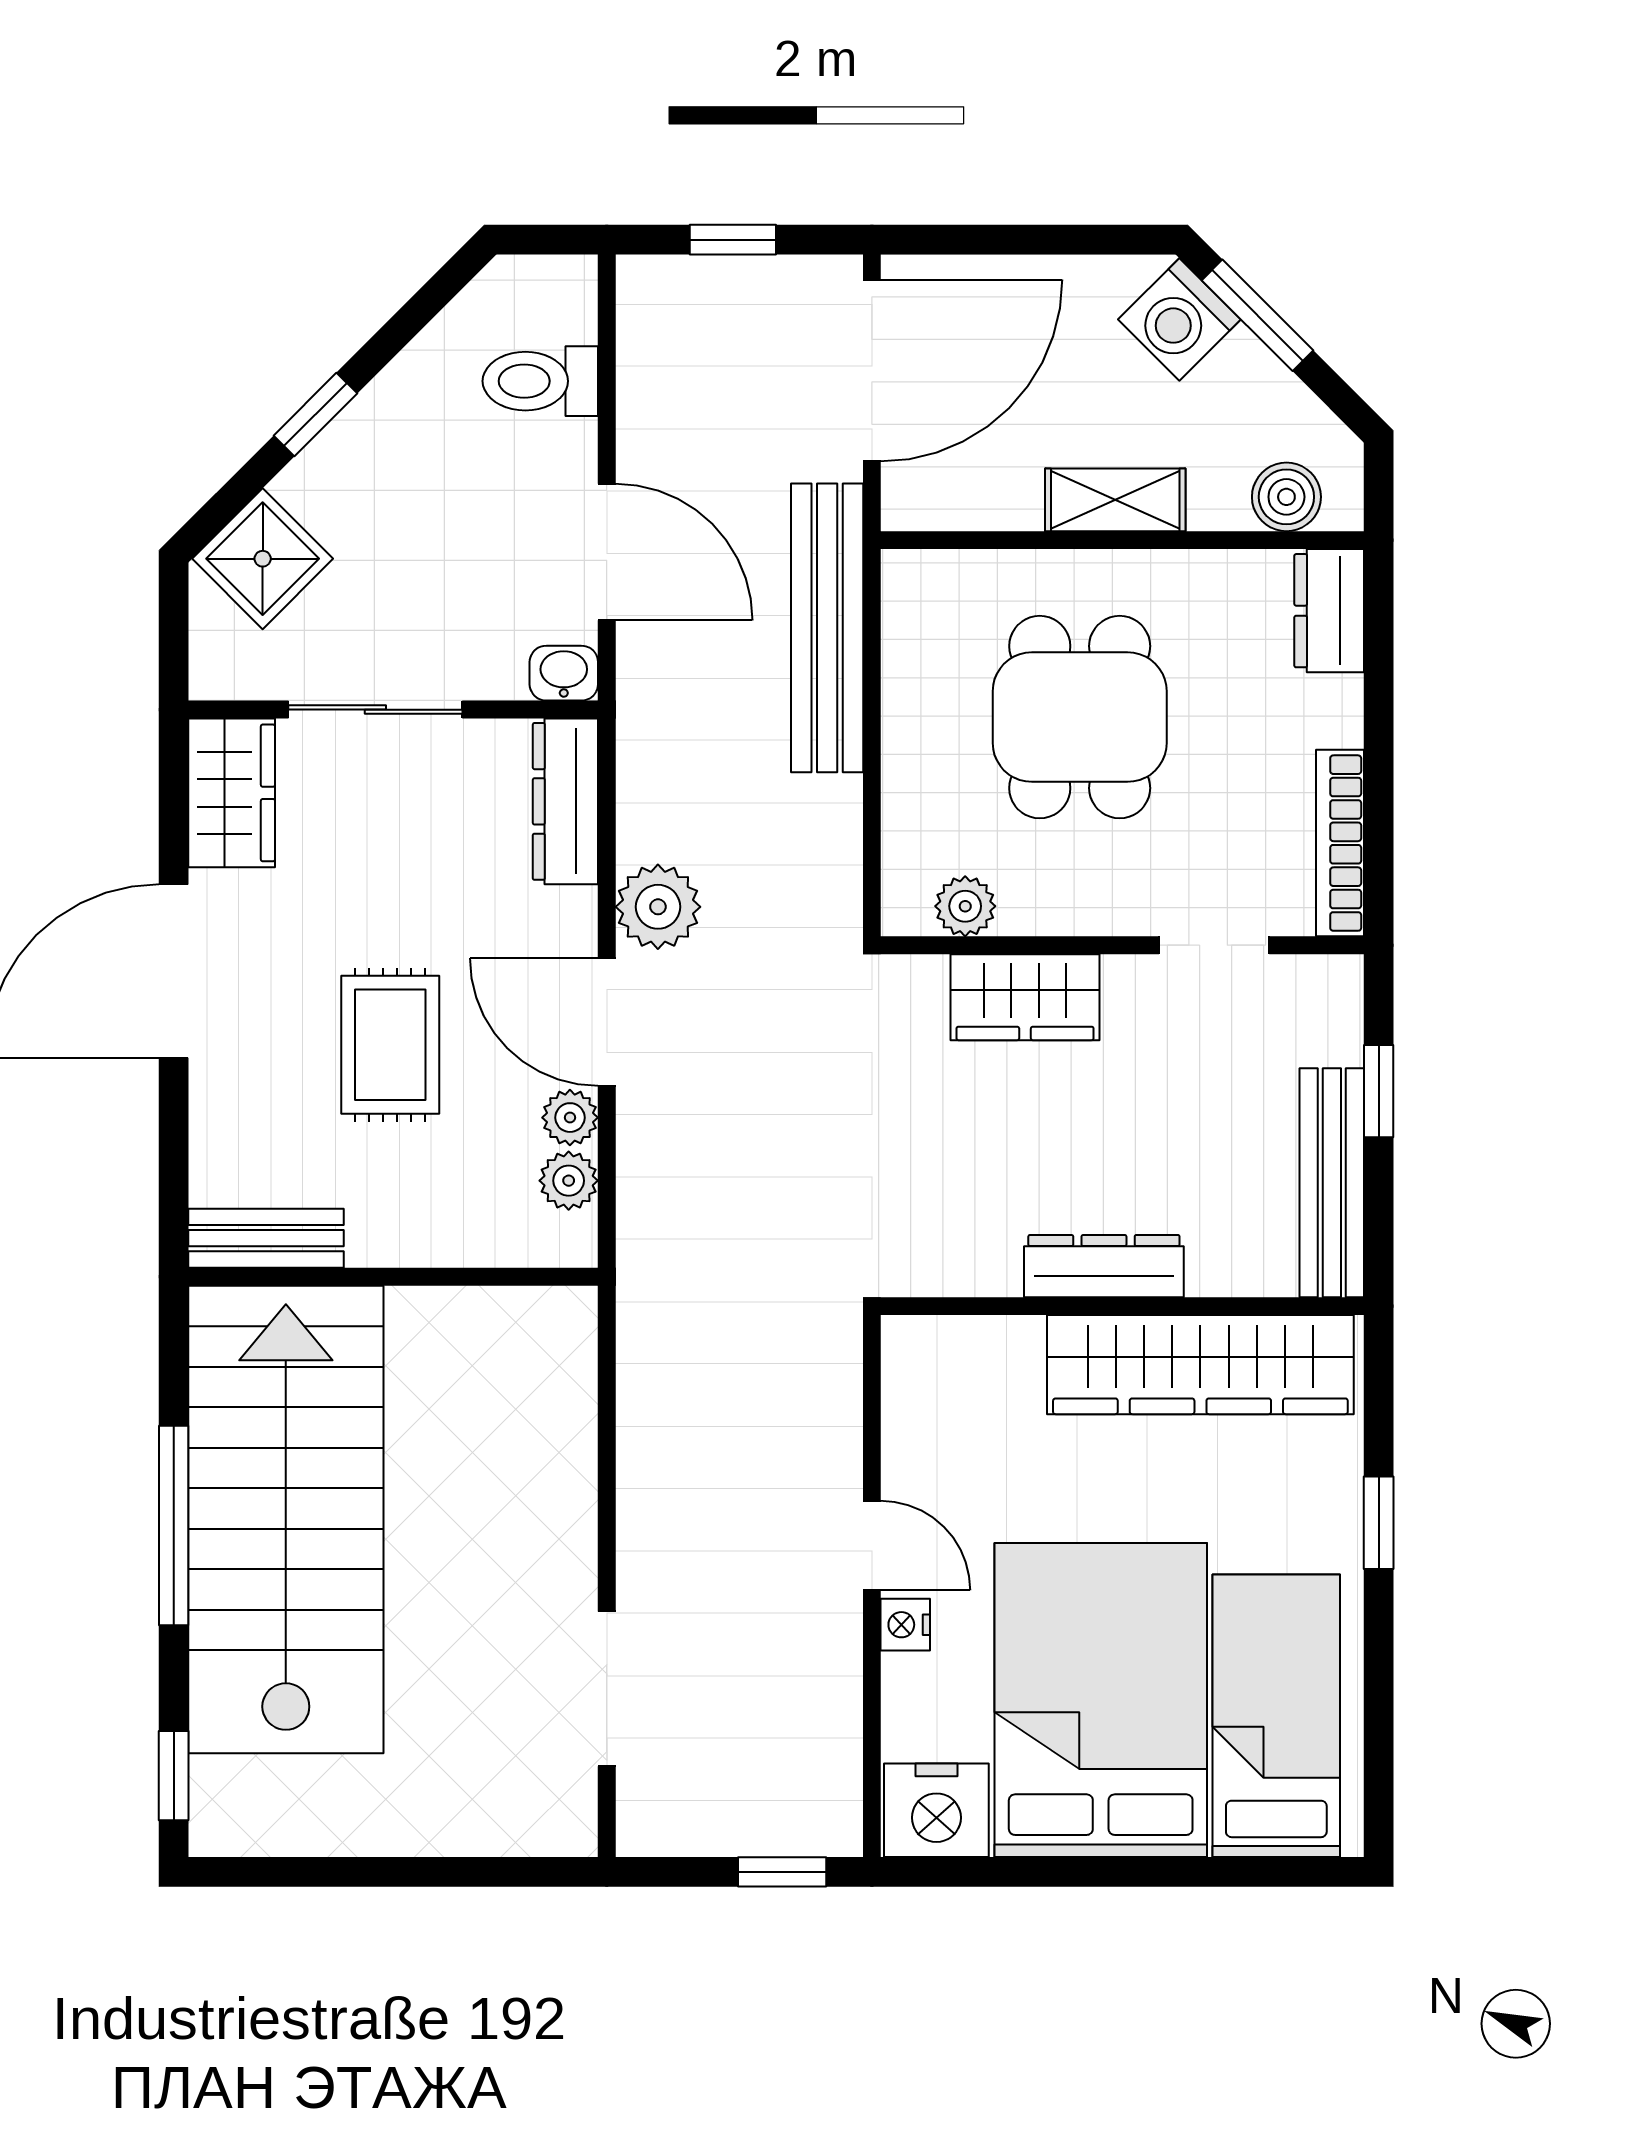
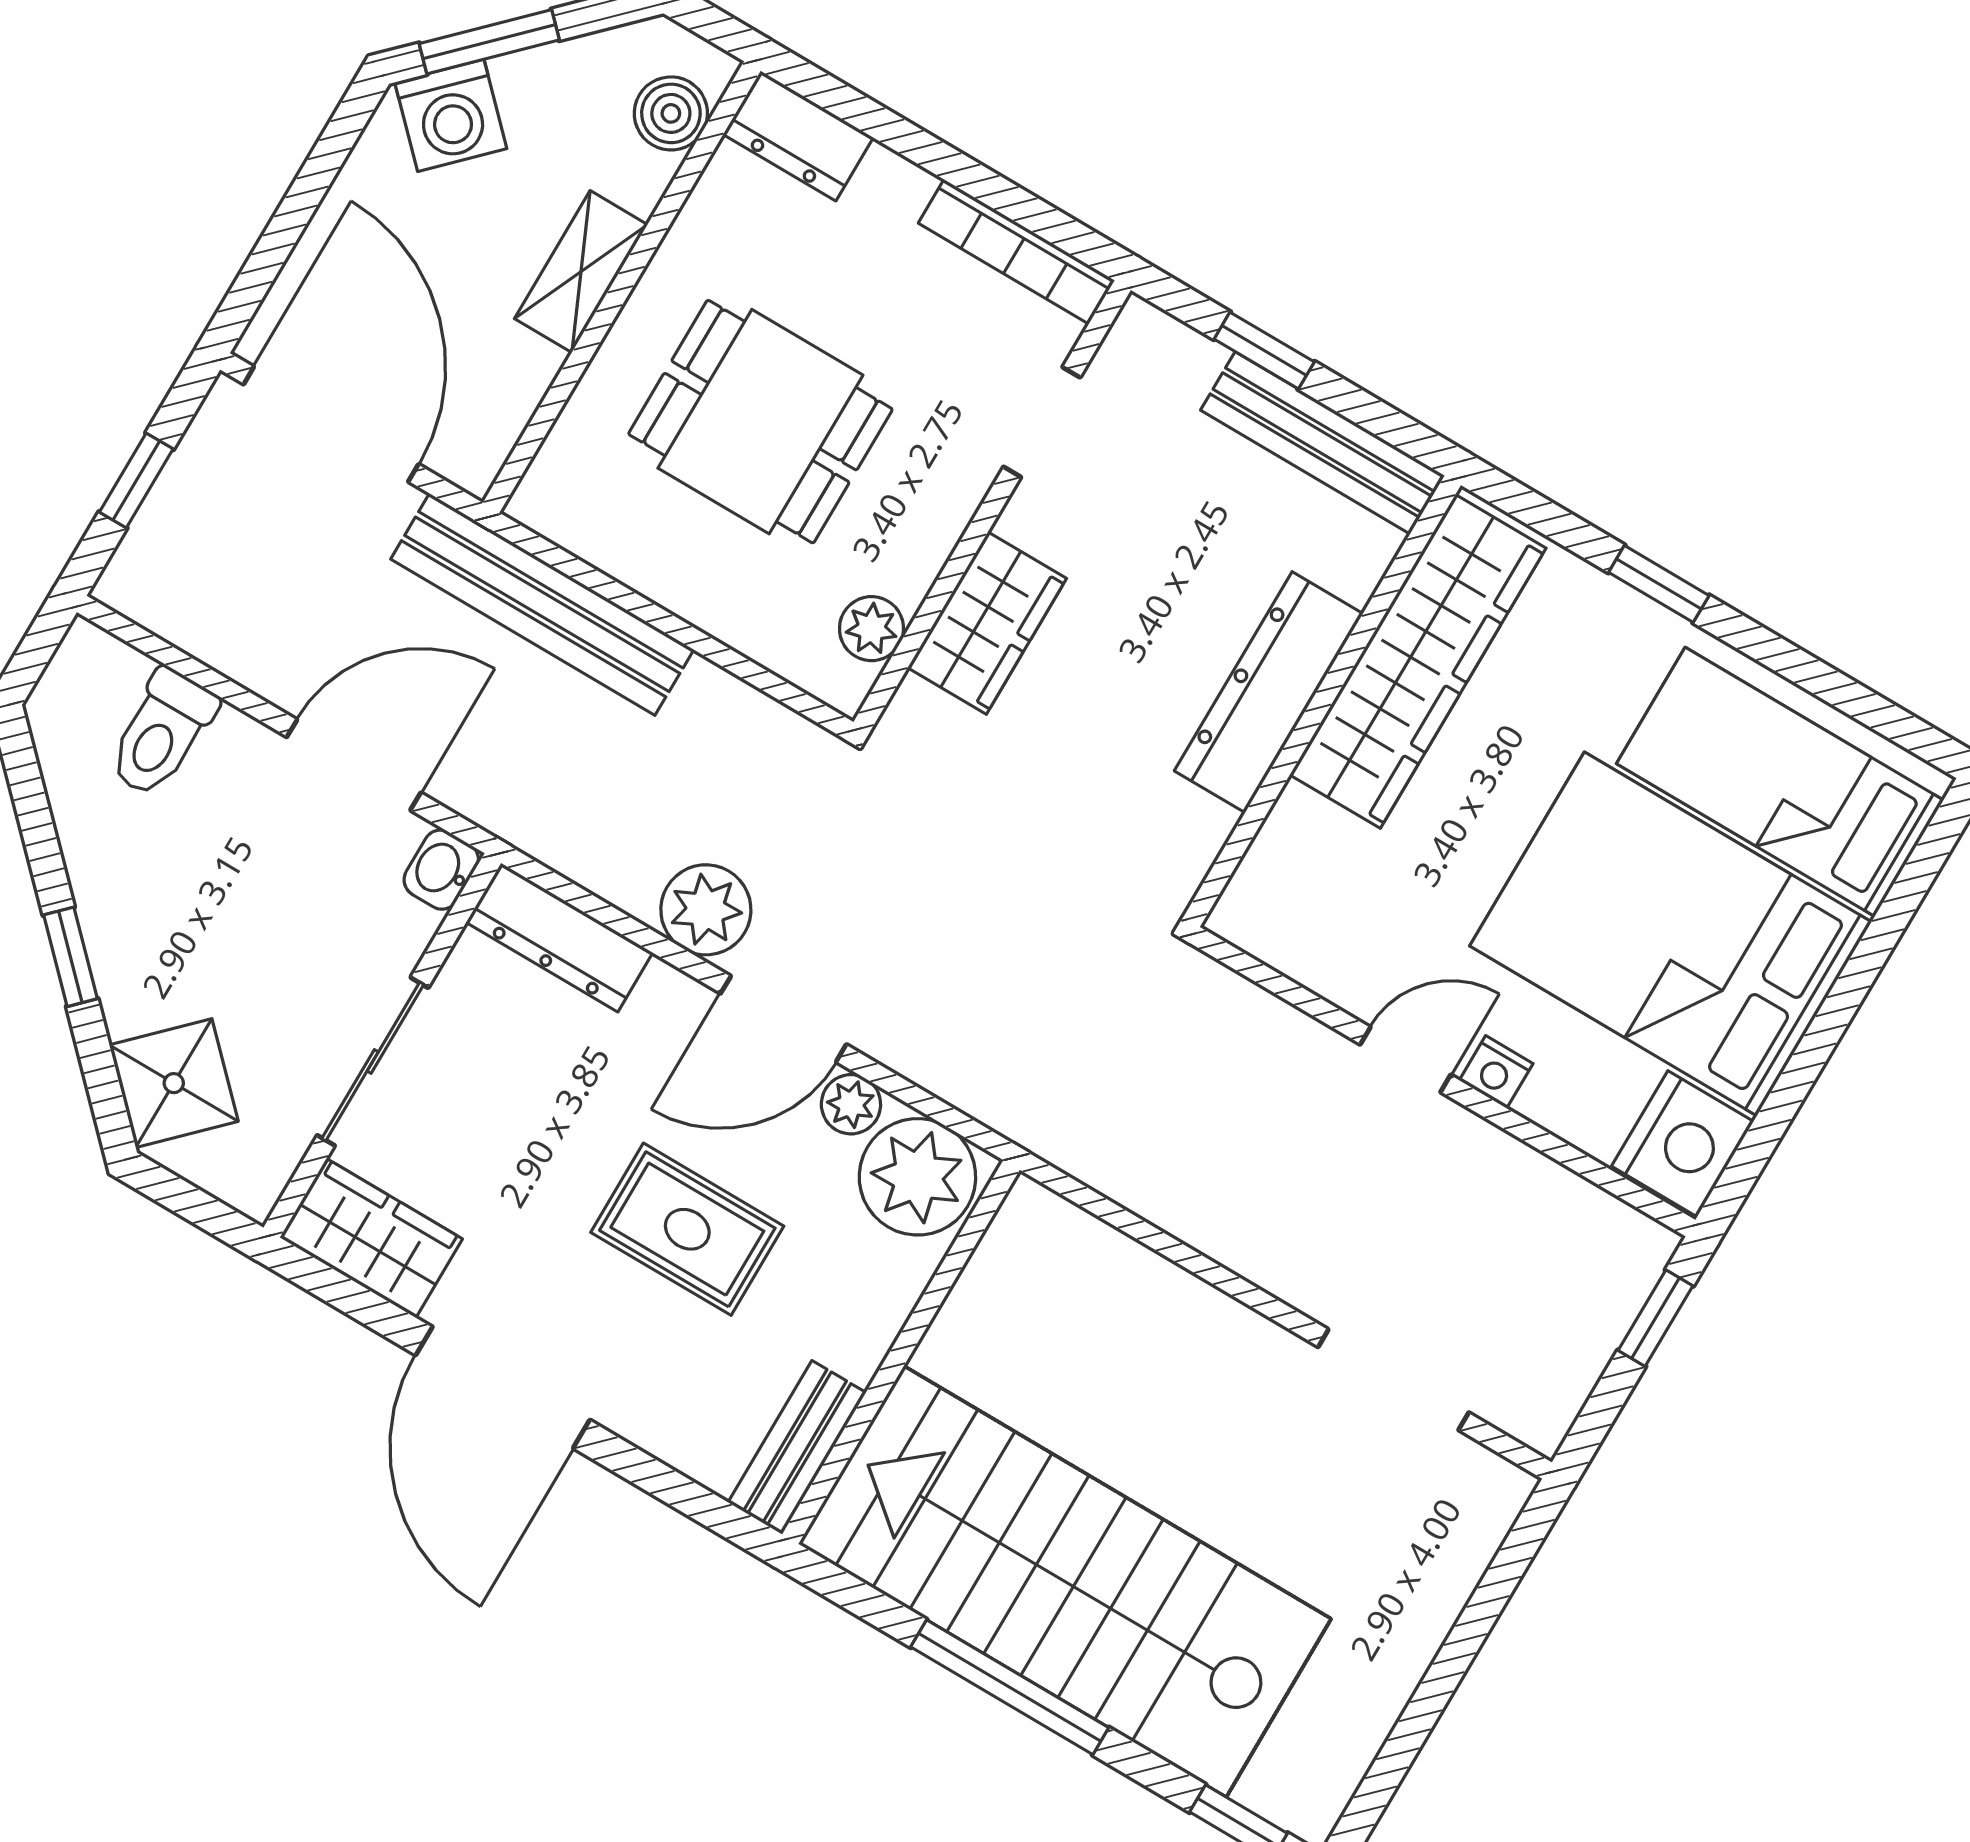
plant: (569, 1181) -> (917, 1177), width x1.88, depth x1.88
dresser: (1104, 1266) -> (1269, 692), width x1.37, depth x1.24

